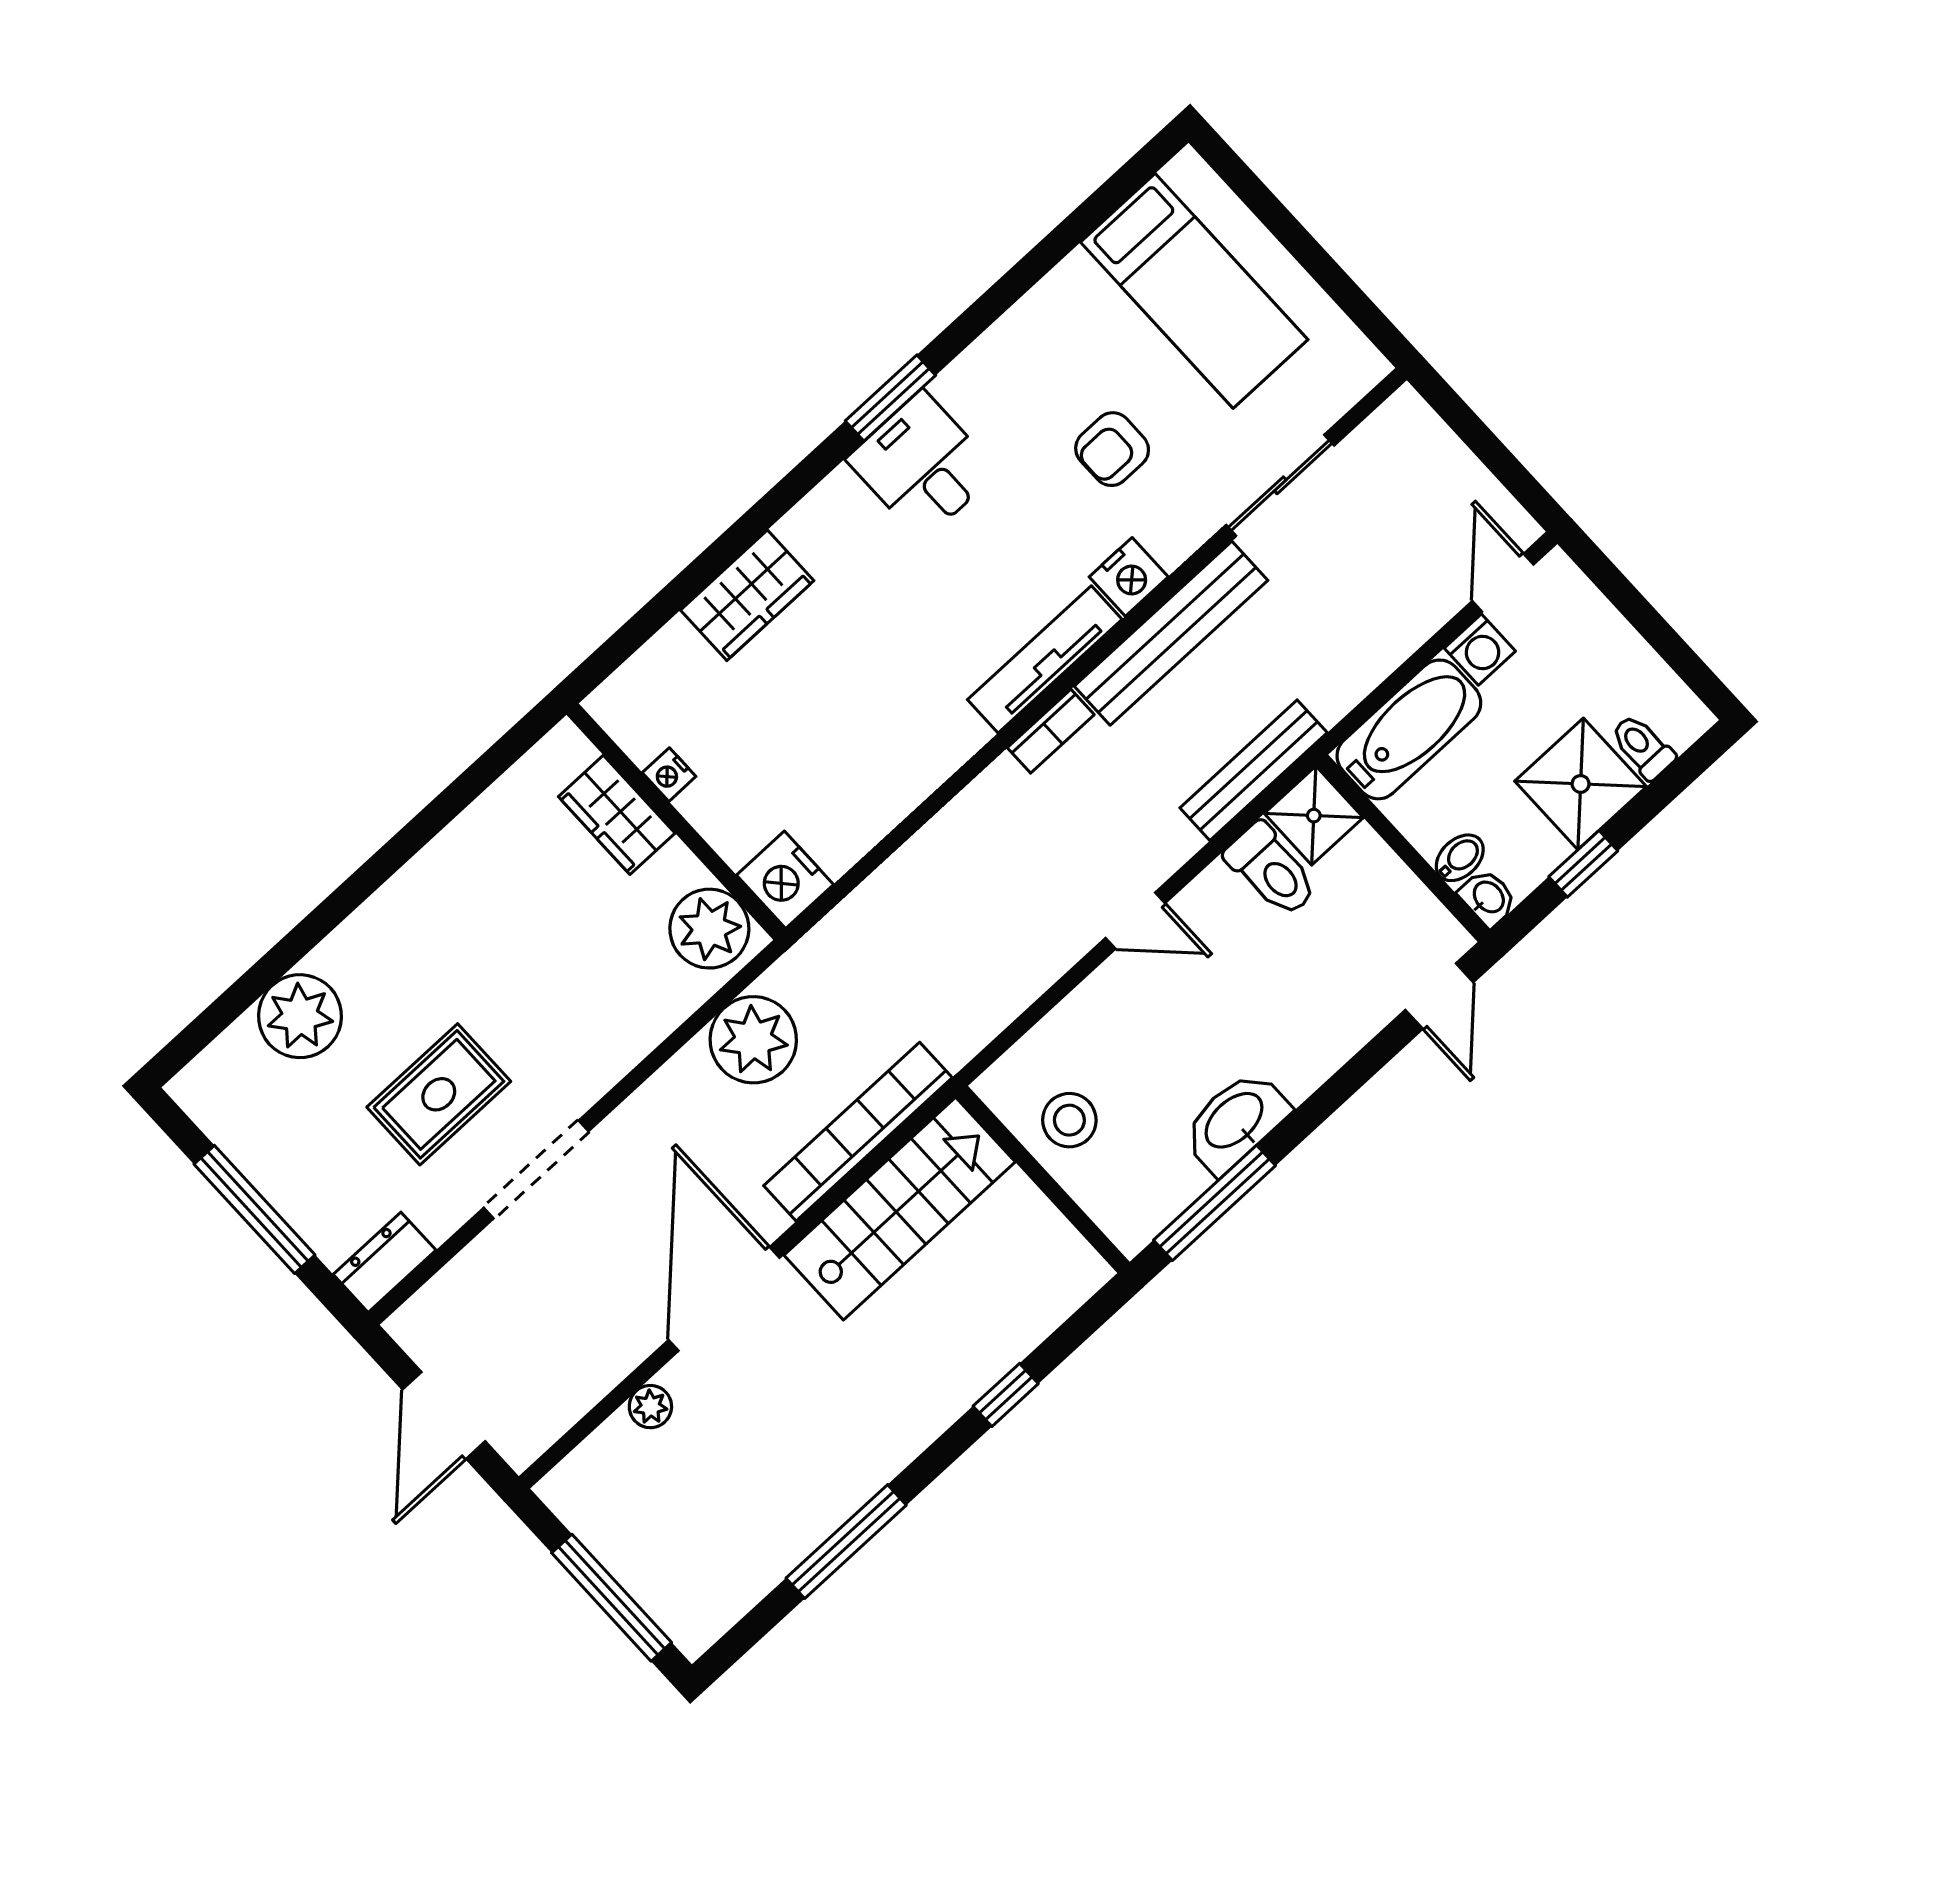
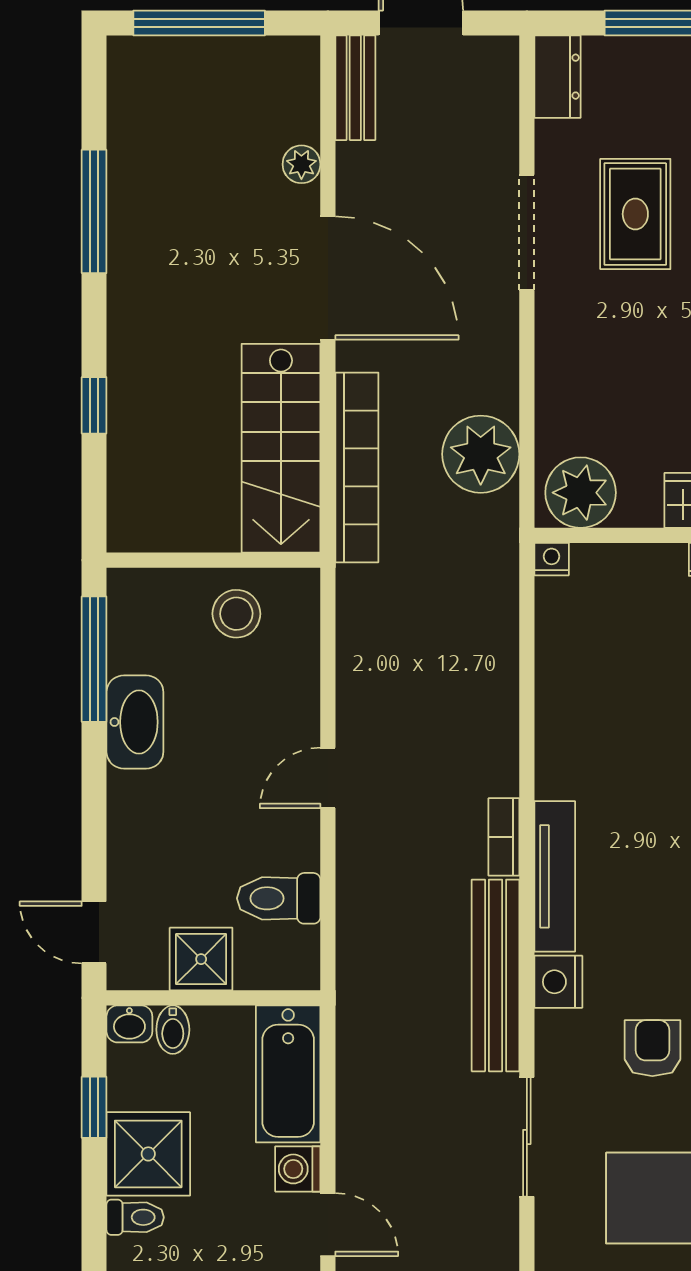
bench: (1254, 770) -> (355, 88), moved, width x0.73
shower: (1314, 816) -> (201, 959), moved
nightstand: (785, 880) -> (552, 559), width x0.53, depth x0.56

